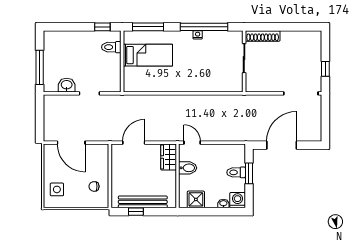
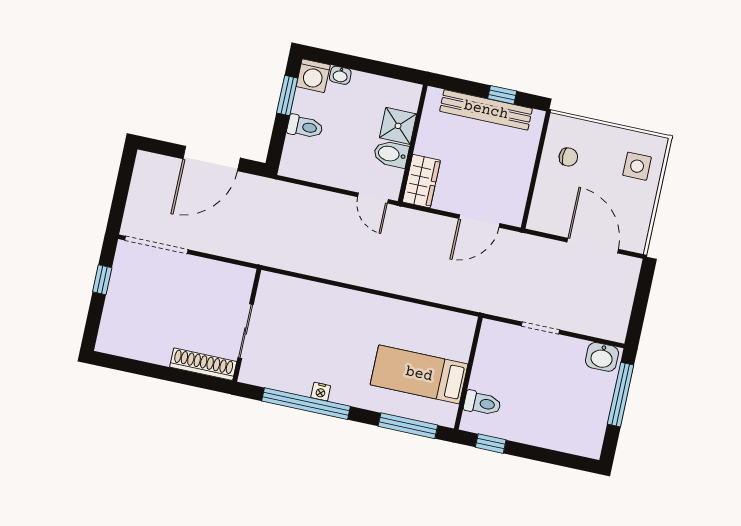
washbasin: (67, 85) -> (602, 357), moved
window: (249, 173) -> (287, 96), moved
shower: (196, 199) -> (398, 126), moved

